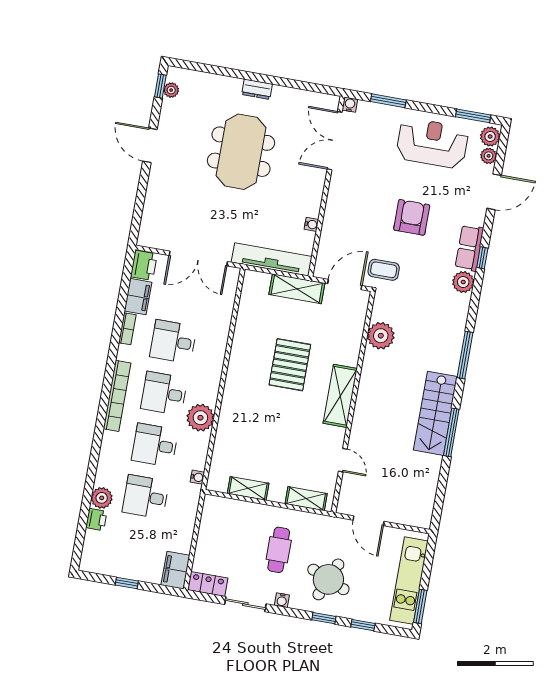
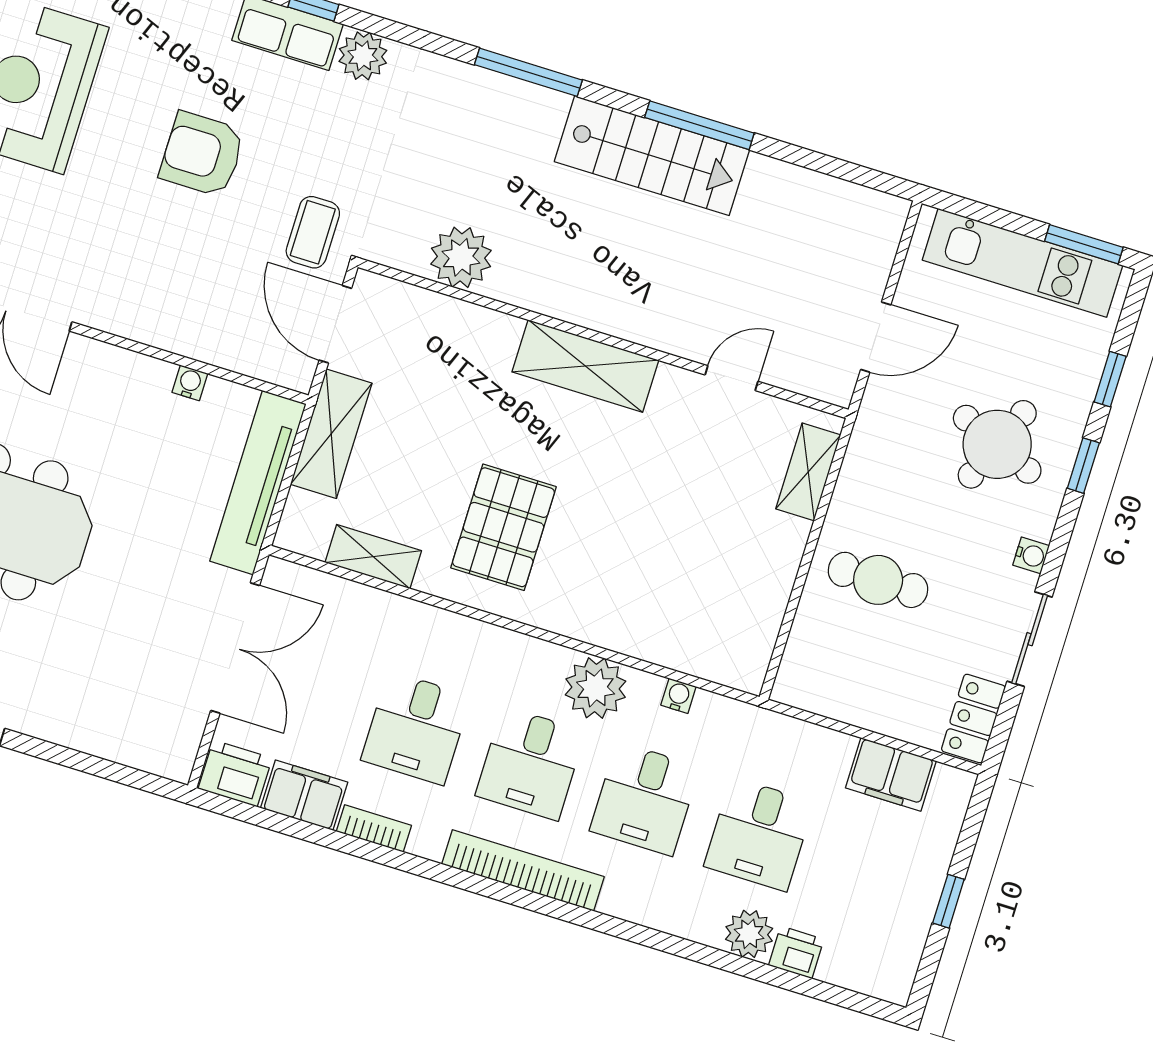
pallet: (290, 365) -> (503, 527), moved, turned 90
water cooler: (197, 477) -> (678, 696), moved
shelving: (248, 488) -> (373, 557), moved, turned 90
cafe table: (279, 550) -> (878, 580), moved
filing cabinet: (175, 570) -> (891, 774), moved

